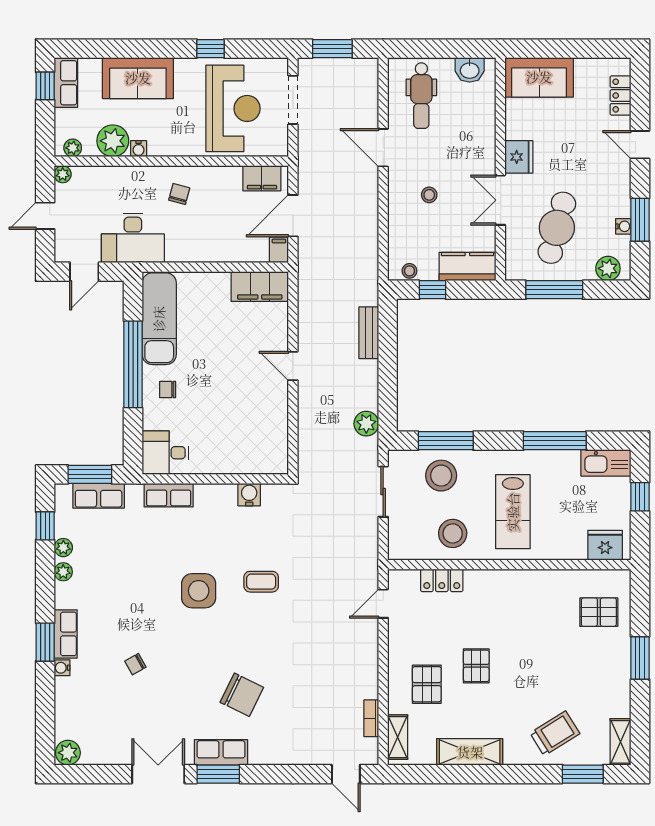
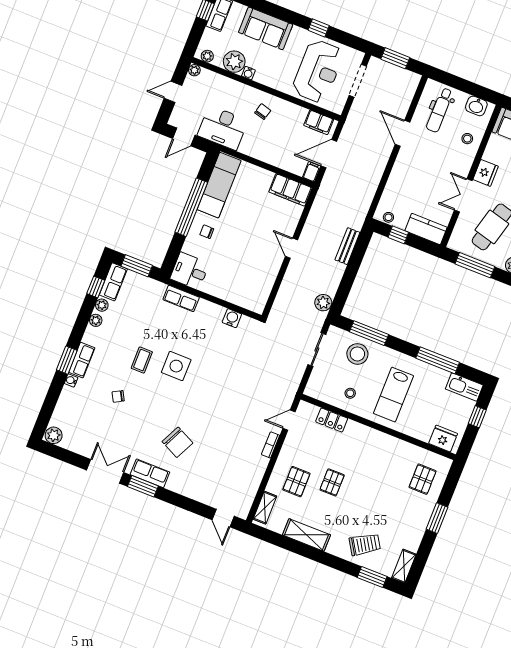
stool: (429, 195) -> (467, 139), moved
row of seats: (99, 496) -> (113, 282), moved, turned -90
stool: (453, 533) -> (350, 393), width x0.53, depth x0.53
coffee table: (261, 582) -> (142, 360), moved, turned 90
pallet: (599, 612) -> (423, 479), turned 90
bookcase: (371, 718) -> (271, 445), moved

